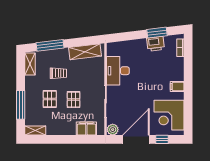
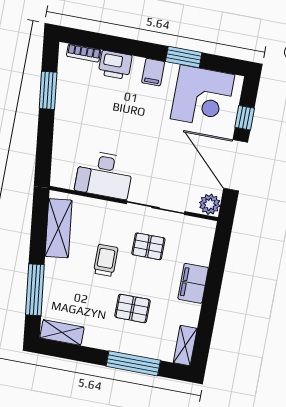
printer: (155, 44) -> (115, 65), moved, turned 97
trolley: (58, 73) -> (106, 260), moved
pallet: (74, 100) -> (148, 246), moved
window: (188, 101) -> (184, 57), added
filing cabinet: (86, 129) -> (193, 283), moved

